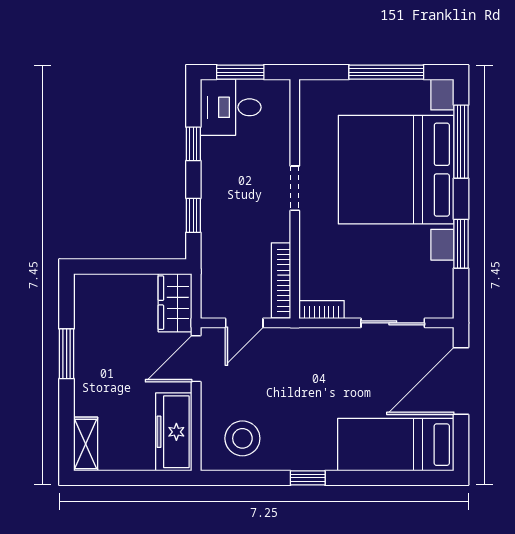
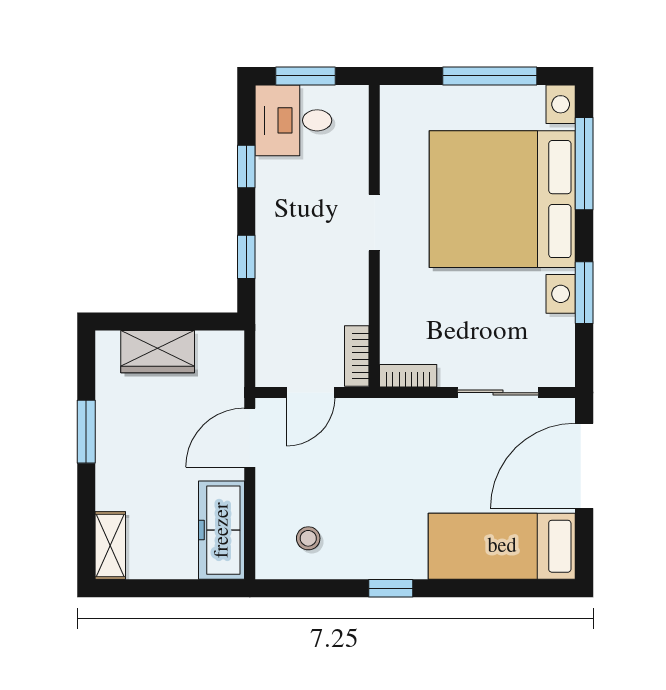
bookcase: (281, 280) -> (357, 356), width x0.64
wardrobe: (175, 303) -> (158, 352), moved, turned -90
stool: (242, 438) -> (308, 538), width x0.53, depth x0.53

